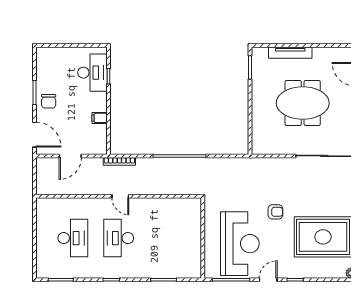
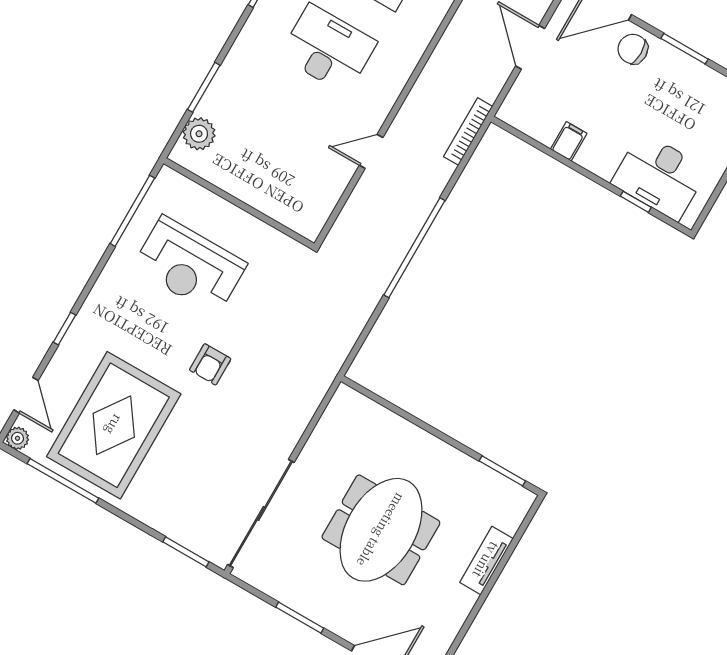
tv unit: (290, 53) -> (486, 560), width x0.71
chair: (49, 101) -> (633, 49), moved
door: (120, 196) -> (371, 151), moved
reception desk: (240, 244) -> (190, 266), width x0.74, depth x0.77
plant: (184, 271) -> (199, 134), added
door: (268, 280) -> (26, 395), moved

